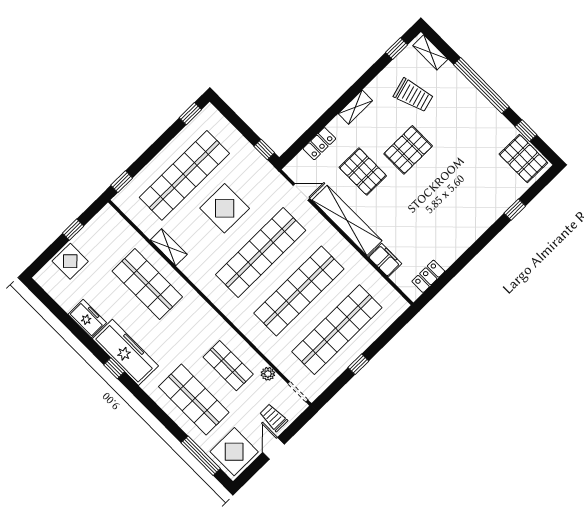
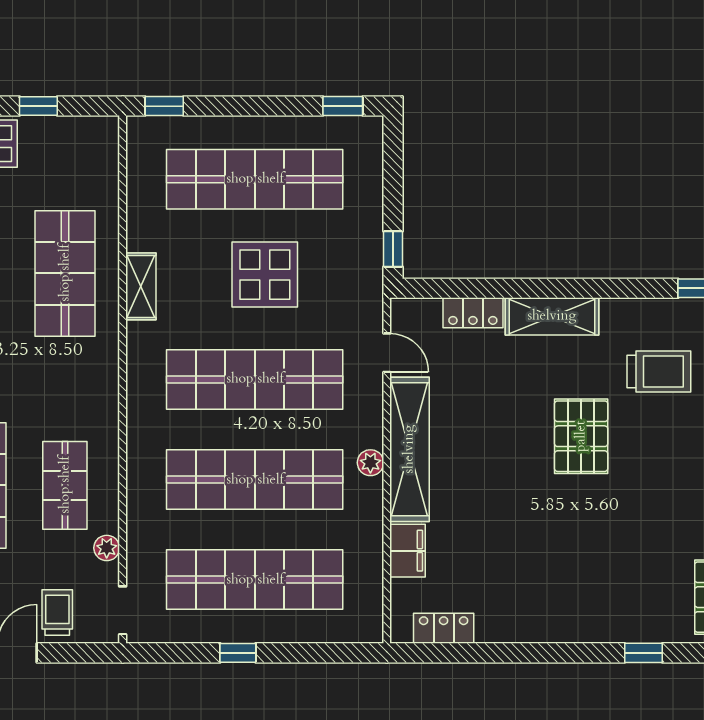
trolley: (413, 95) -> (659, 371), turned -74
shelving: (355, 107) -> (552, 316), width x1.50, depth x1.33
pallet: (408, 150) -> (581, 436), turned 90
pallet: (363, 172) -> (494, 406), removed
plant: (337, 240) -> (370, 463), added
shelving: (169, 247) -> (141, 286), moved

